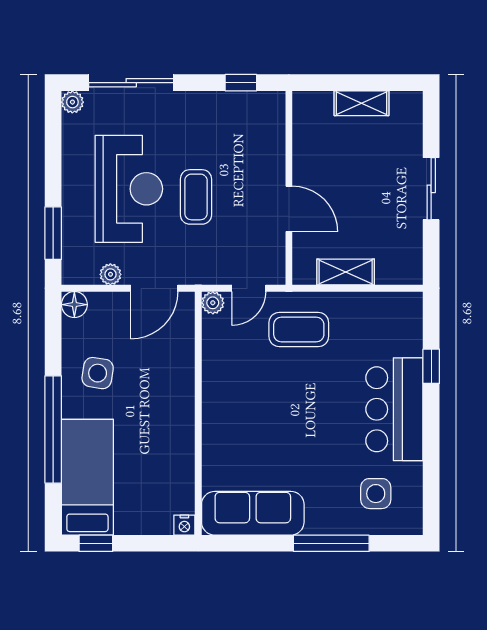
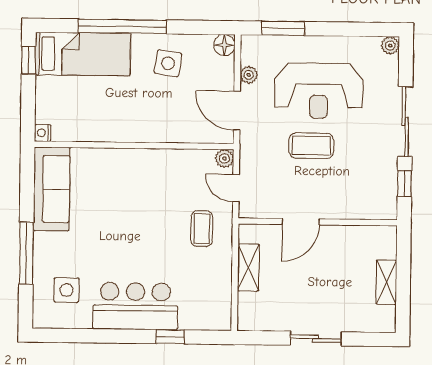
sliding door: (131, 83) -> (405, 122), moved
coffee table: (299, 330) -> (202, 229), width x0.73, depth x0.77

